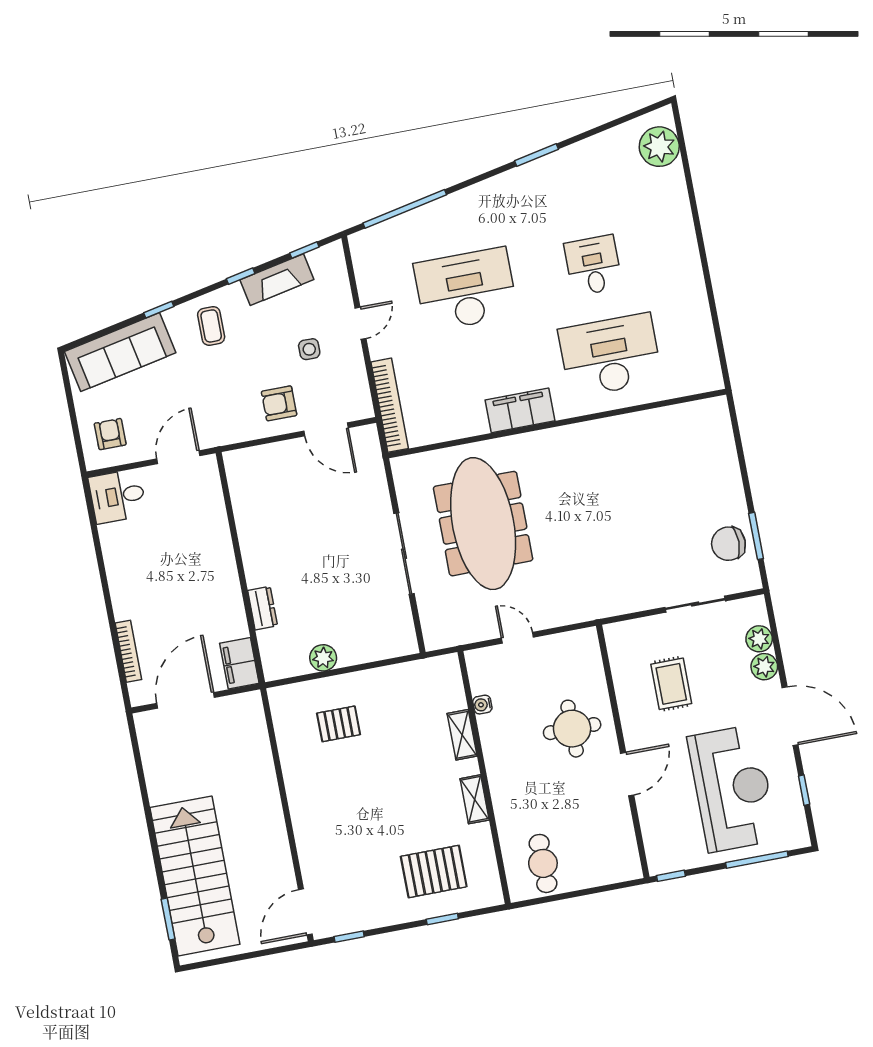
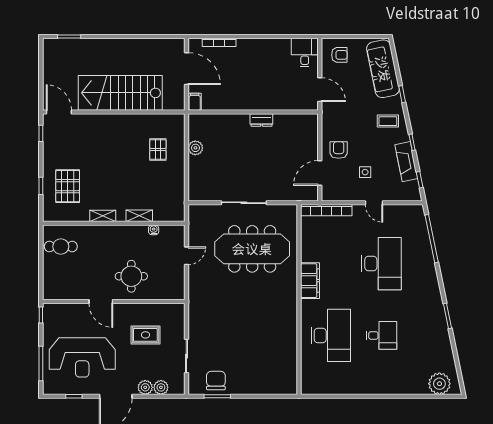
dresser: (263, 608) -> (261, 120), moved
filing cabinet: (239, 663) -> (195, 102), width x0.50
stairs: (195, 876) -> (120, 93), moved, turned 180

